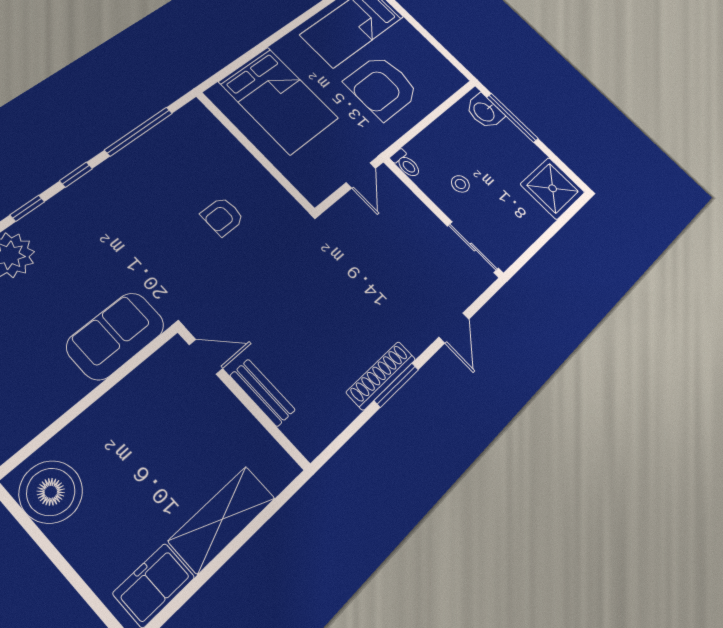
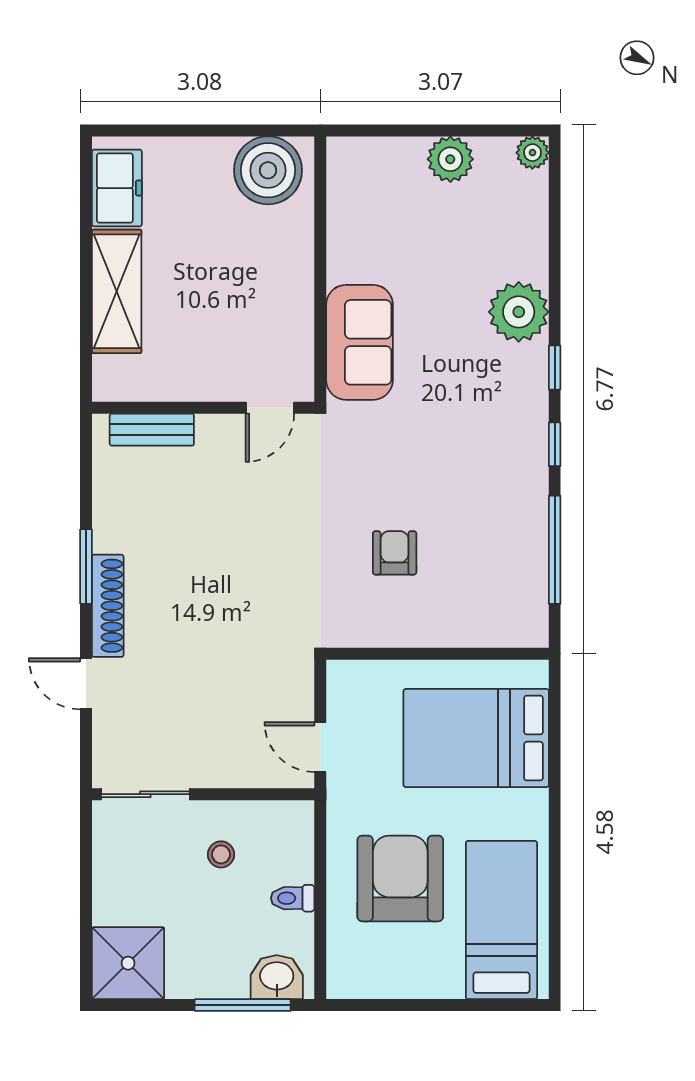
toilet: (406, 164) -> (293, 898), moved
shoe rack: (381, 376) -> (108, 606), moved
bench: (262, 393) -> (152, 430), moved

